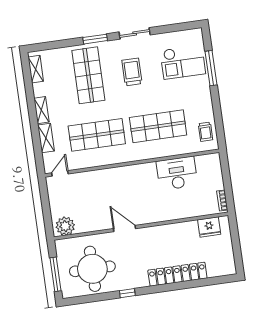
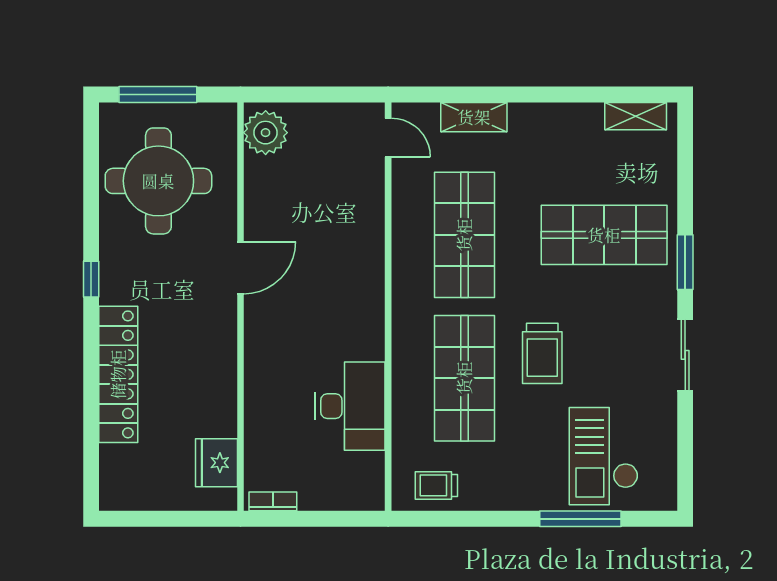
trolley: (132, 72) -> (542, 353), moved, turned 90
shelving: (41, 110) -> (540, 116), removed
window: (127, 293) -> (91, 279), moved

